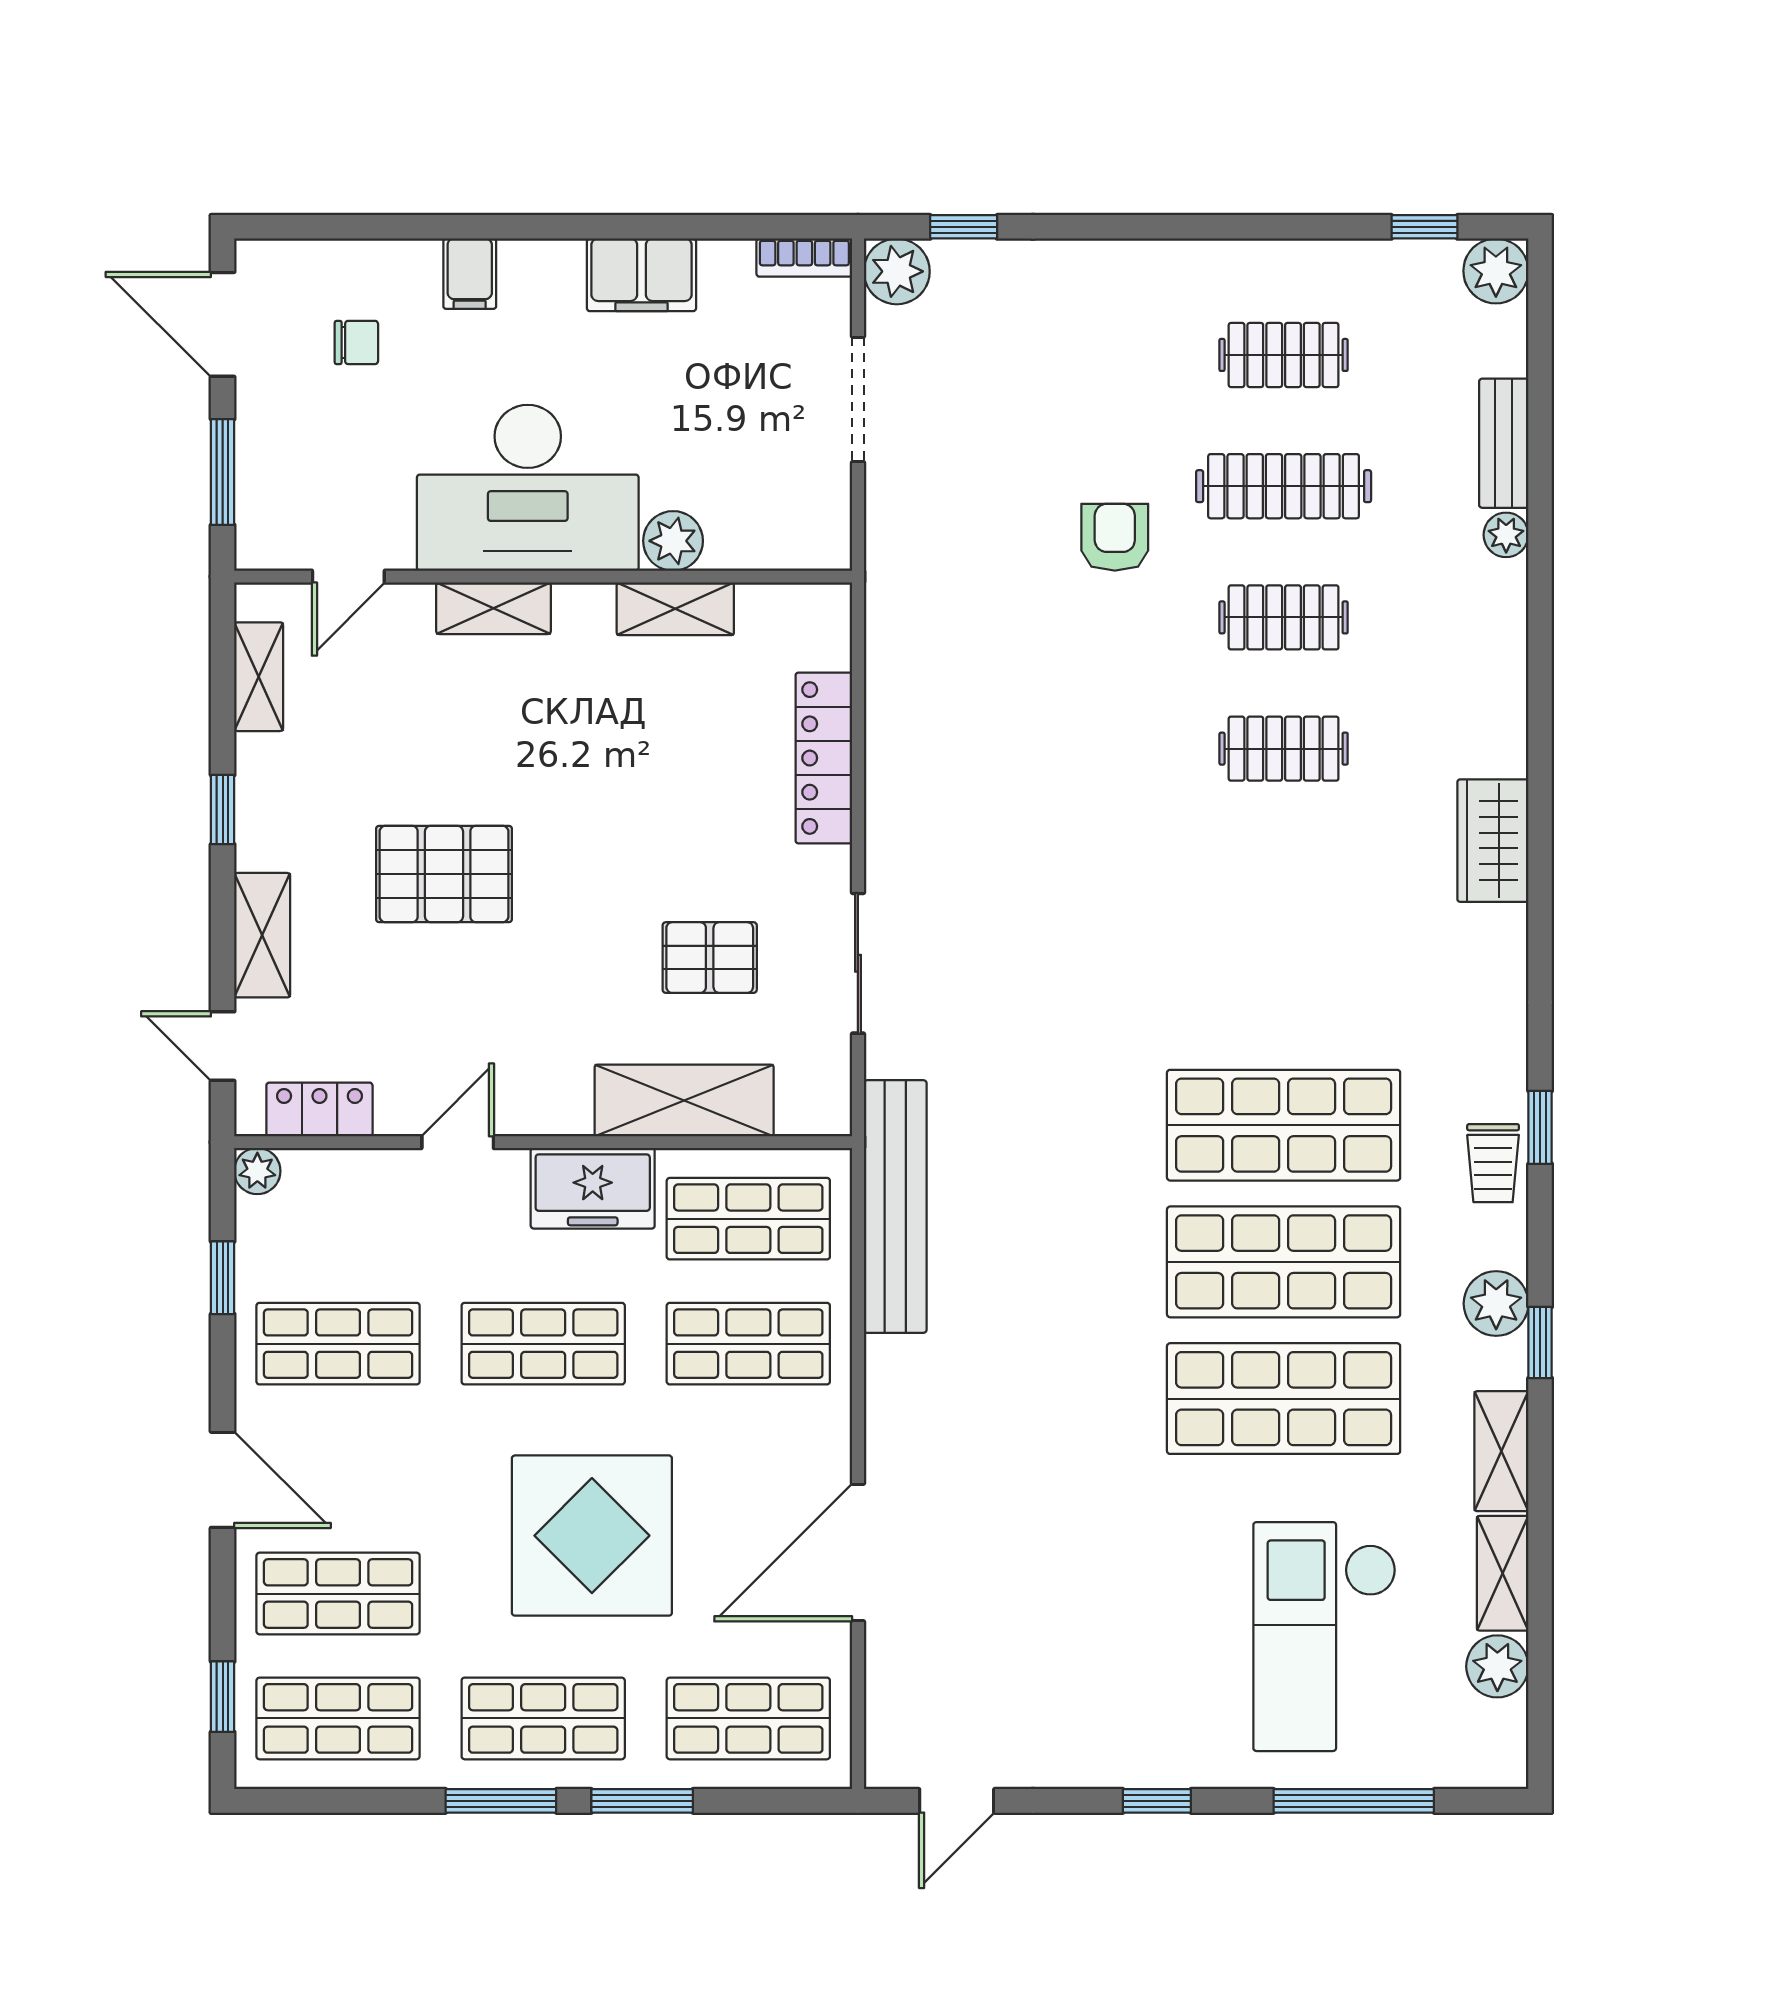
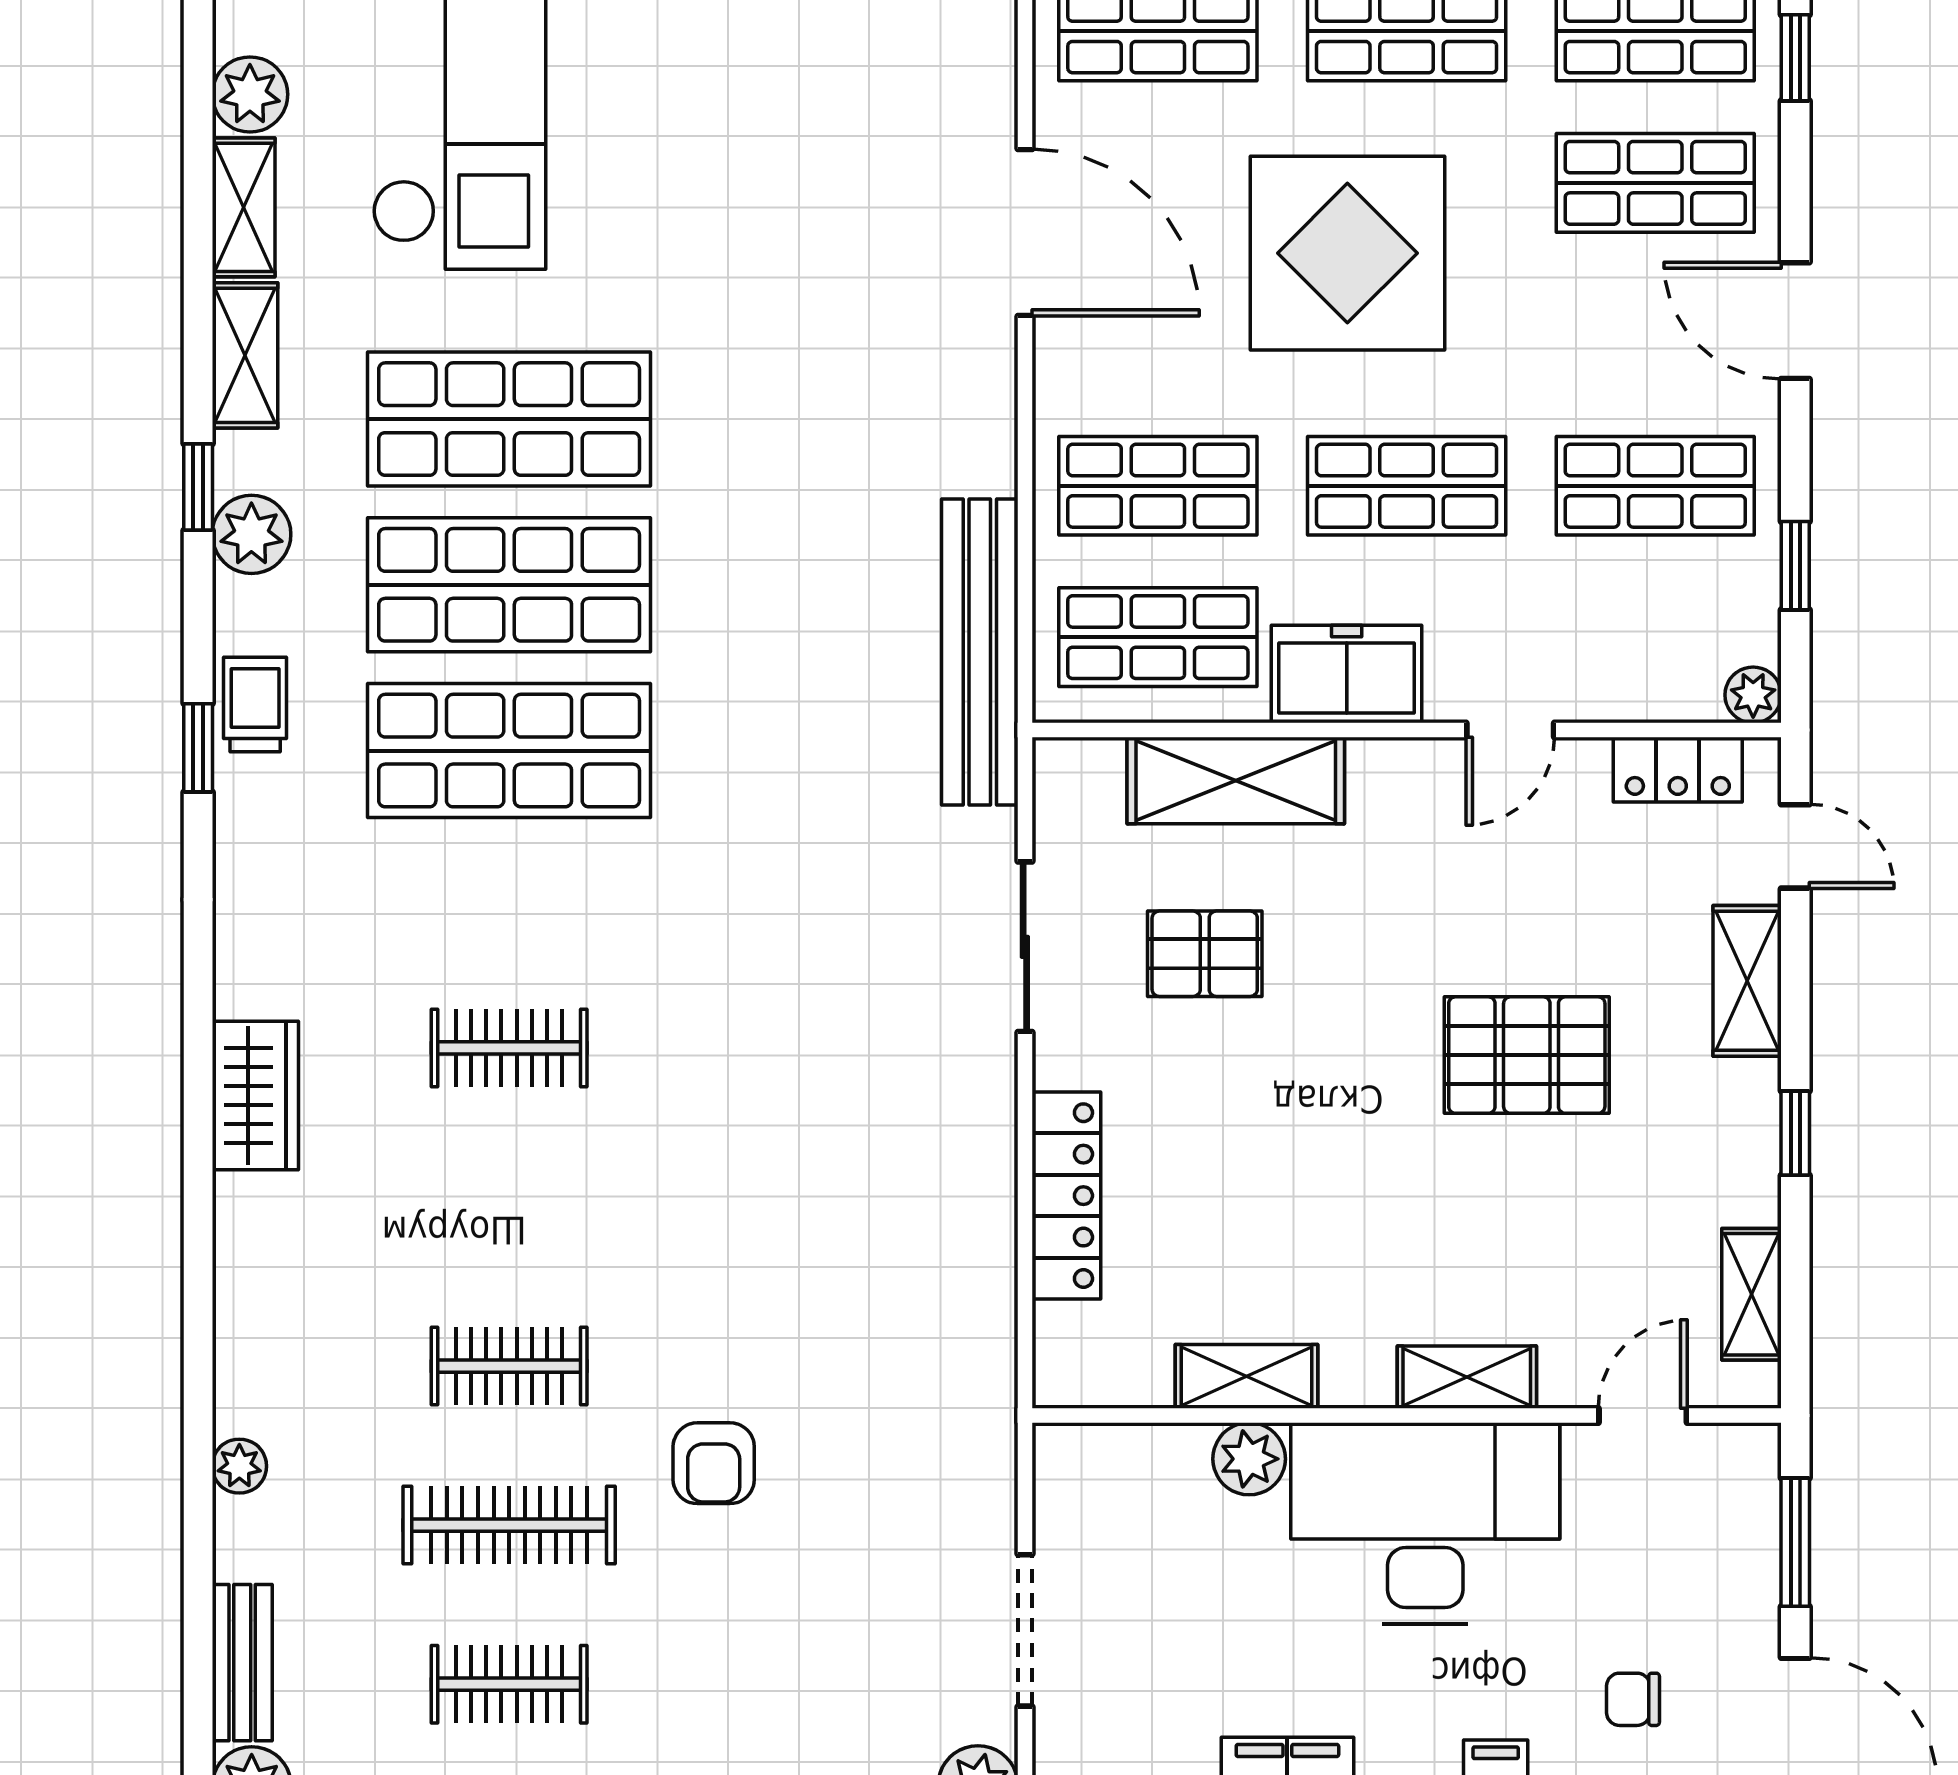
bench: (1504, 443) -> (242, 1663), moved
clothes rail: (1284, 749) -> (509, 1048), moved
door: (858, 1552) -> (1025, 233), hinge flipped

